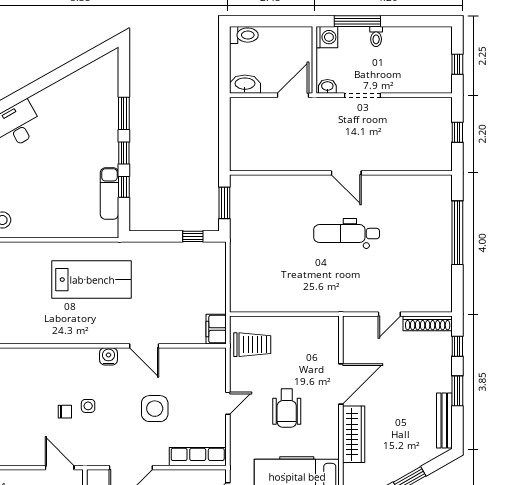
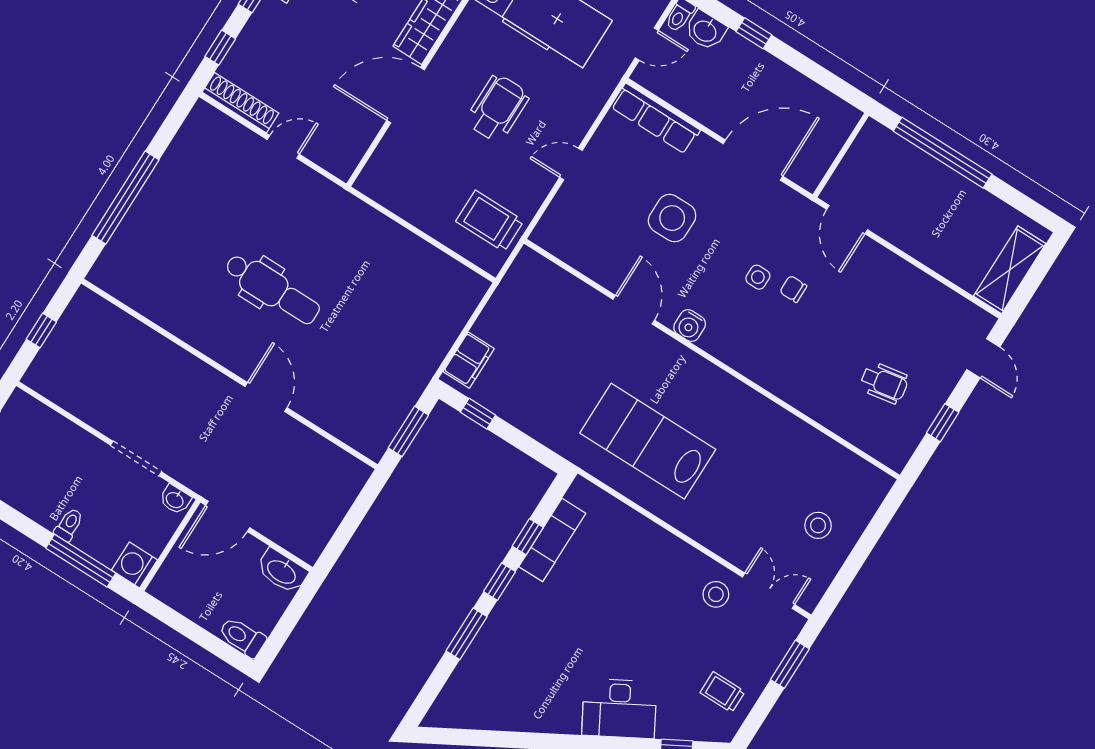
door: (346, 173) -> (266, 397), moved
filing cabinet: (216, 329) -> (469, 360), moved

